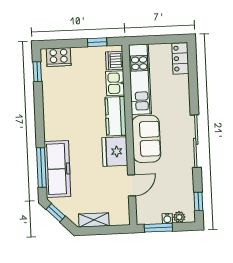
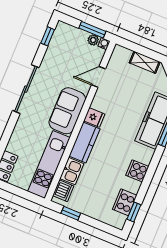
cooker: (59, 57) -> (125, 202), moved, turned -90
cooker: (52, 113) -> (137, 171), added
fridge: (115, 152) -> (94, 117), width x0.53, depth x0.75
plant: (179, 217) -> (93, 40), moved
water cooler: (167, 218) -> (104, 44), moved

